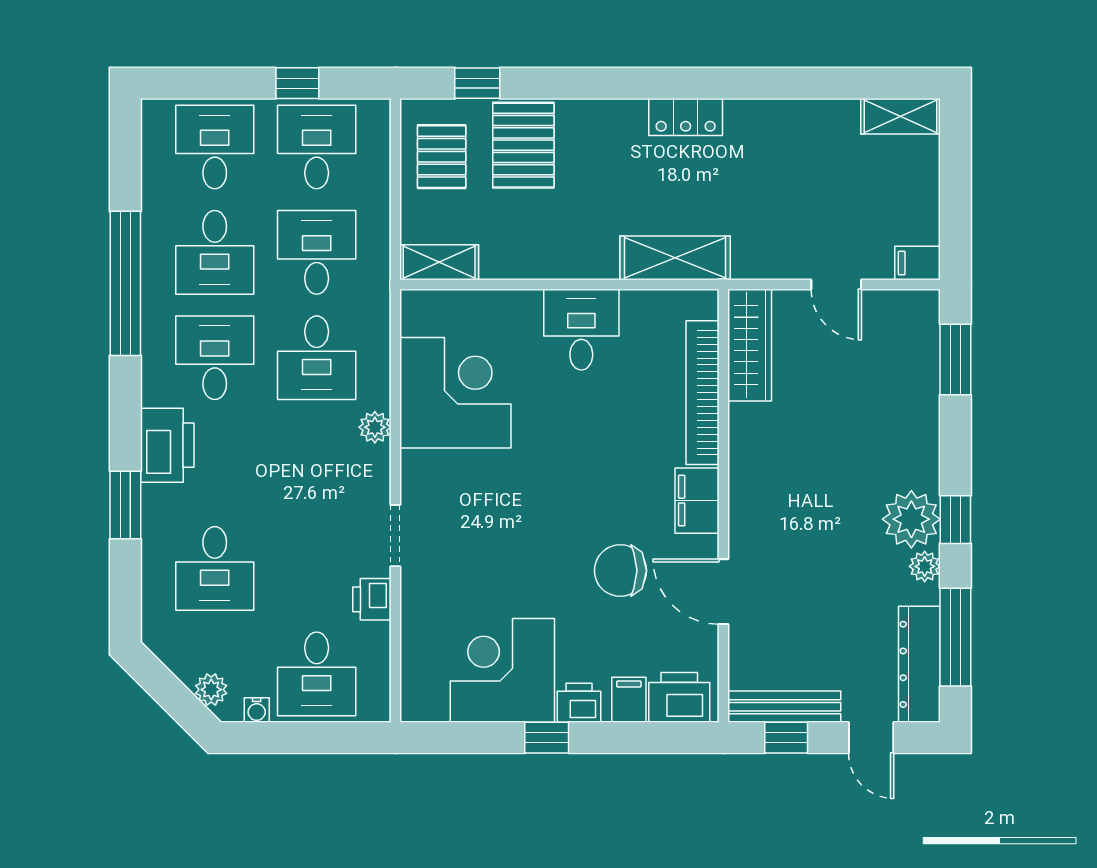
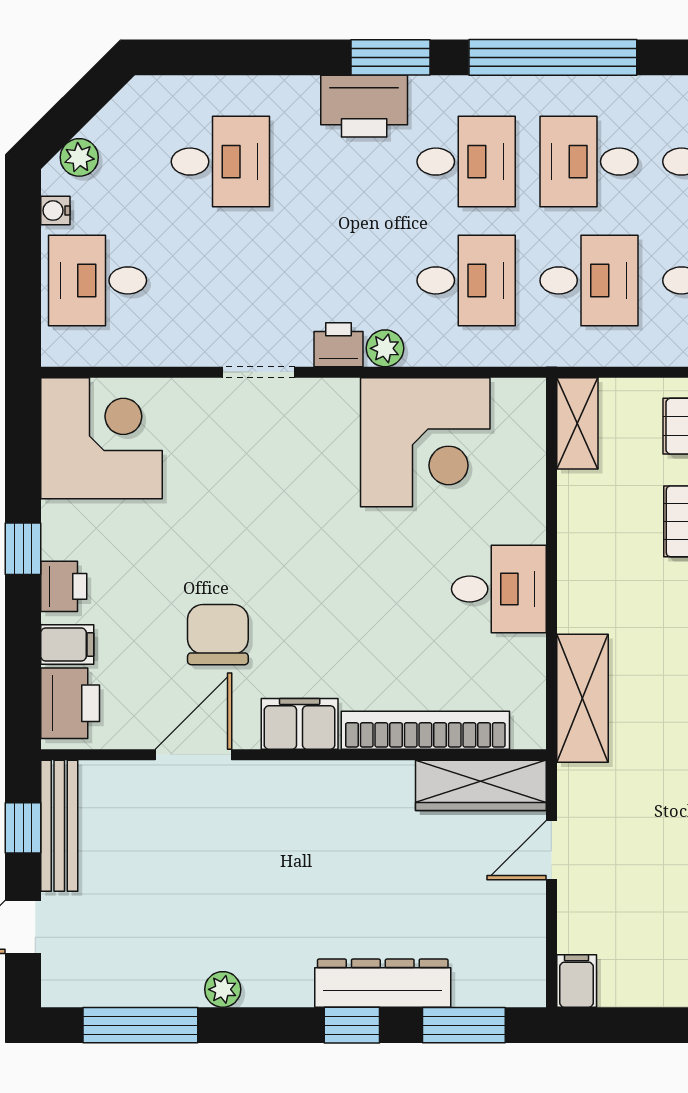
door: (836, 285) -> (551, 850), moved
desk: (317, 358) -> (466, 280), turned 180
window: (125, 505) -> (391, 57), moved
plant: (911, 519) -> (278, 974), removed
window: (955, 520) -> (352, 1025), moved
desk: (215, 568) -> (220, 162), turned 180
printer: (372, 599) -> (339, 345), moved
dresser: (919, 664) -> (383, 983), moved
corner desk: (502, 670) -> (102, 438), moved

